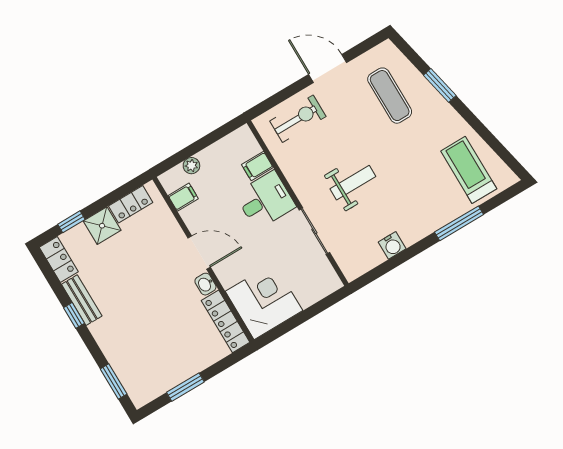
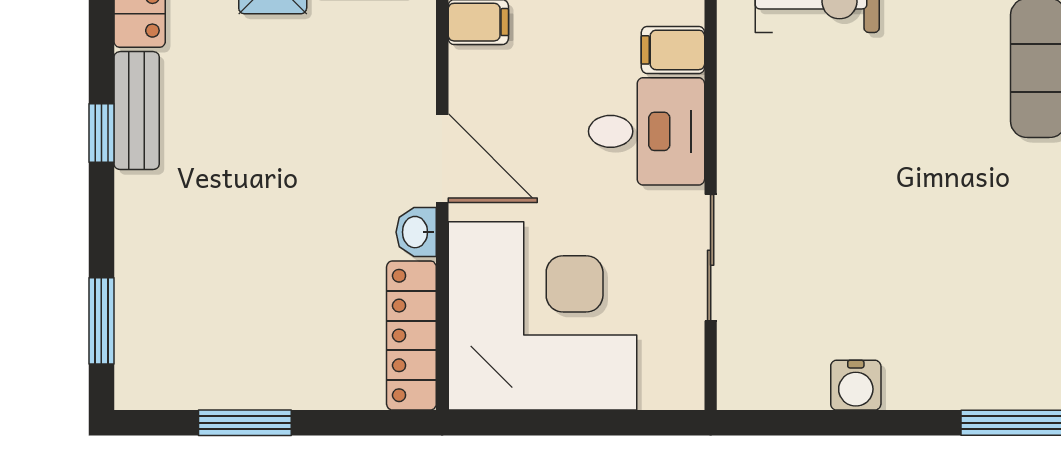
weight bench: (353, 183) -> (852, 205), removed
corner desk: (264, 301) -> (542, 316), width x1.36, depth x1.36

